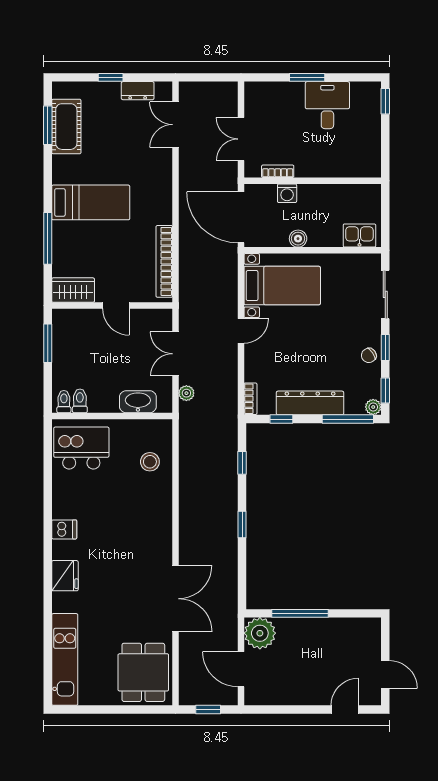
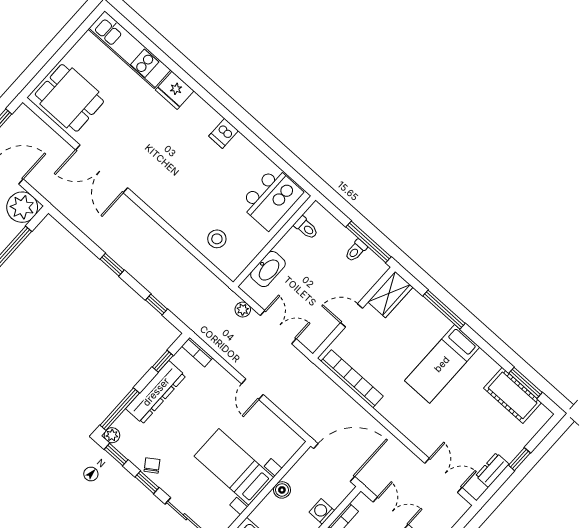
bed with nightstands: (282, 286) -> (234, 467), moved, turned 90
window: (48, 343) -> (368, 242), width x1.44
toilet: (64, 402) -> (356, 251), moved, turned 90
fridge: (65, 576) -> (175, 90), moved

